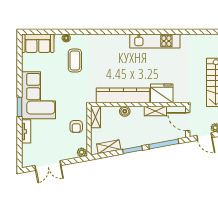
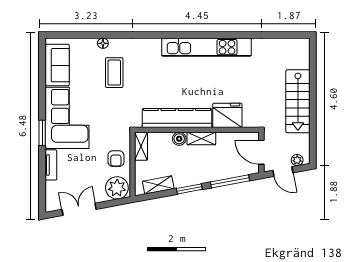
kitchen unit: (155, 41) -> (207, 47), width x1.36
sofa: (38, 43) -> (57, 65), moved, turned -90
shelving: (155, 111) -> (201, 138), moved
plant: (82, 152) -> (117, 188), width x1.87, depth x1.87
double door: (48, 165) -> (79, 209), swing flipped

